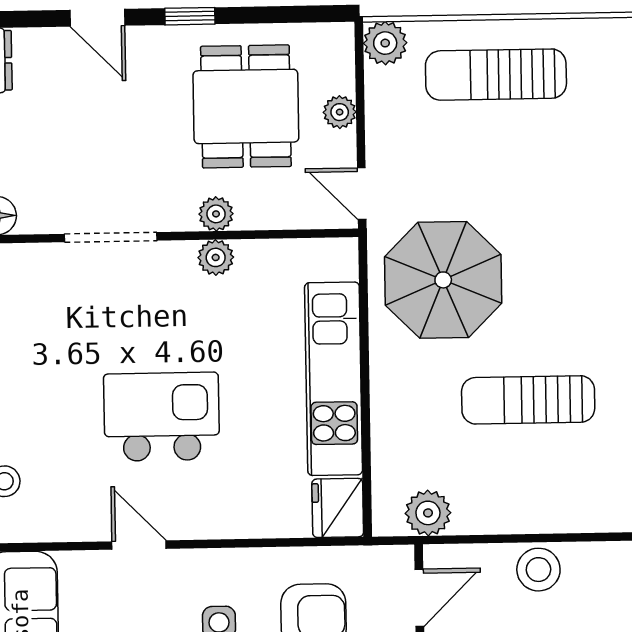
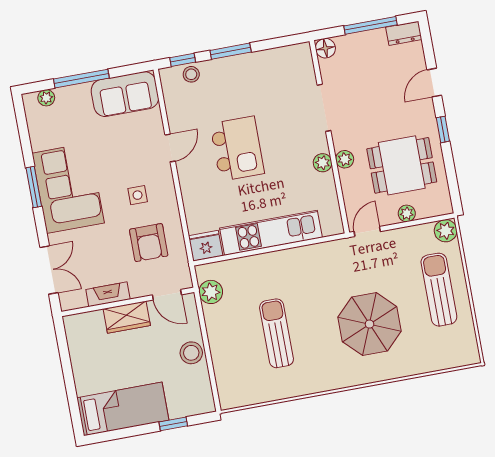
parasol: (443, 280) -> (370, 324), moved

